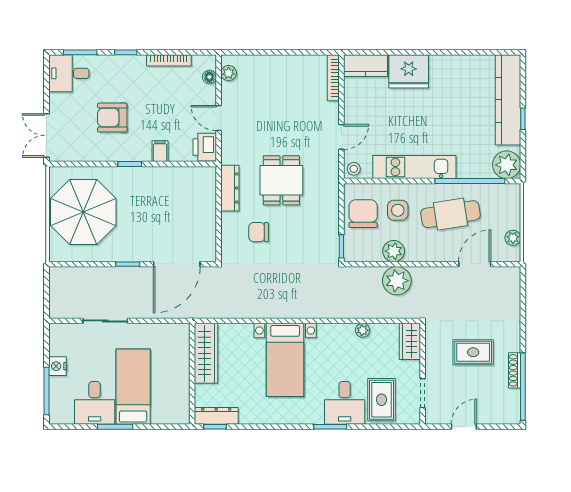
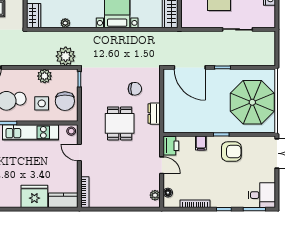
armchair: (112, 118) -> (231, 152), moved
door: (341, 137) -> (79, 153), hinge flipped
dresser: (230, 188) -> (154, 114), width x0.70
door: (177, 264) -> (190, 67), swing flipped
plant: (397, 281) -> (66, 56), moved

